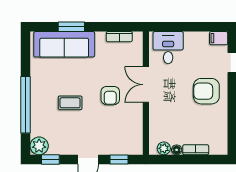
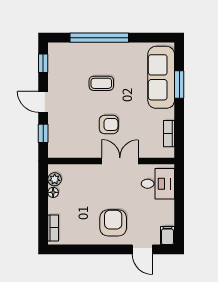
armchair: (110, 96) -> (109, 124), turned 180
coffee table: (70, 103) -> (101, 83), turned 90
plant: (39, 146) -> (57, 52), removed
bookcase: (196, 150) -> (53, 228), moved

